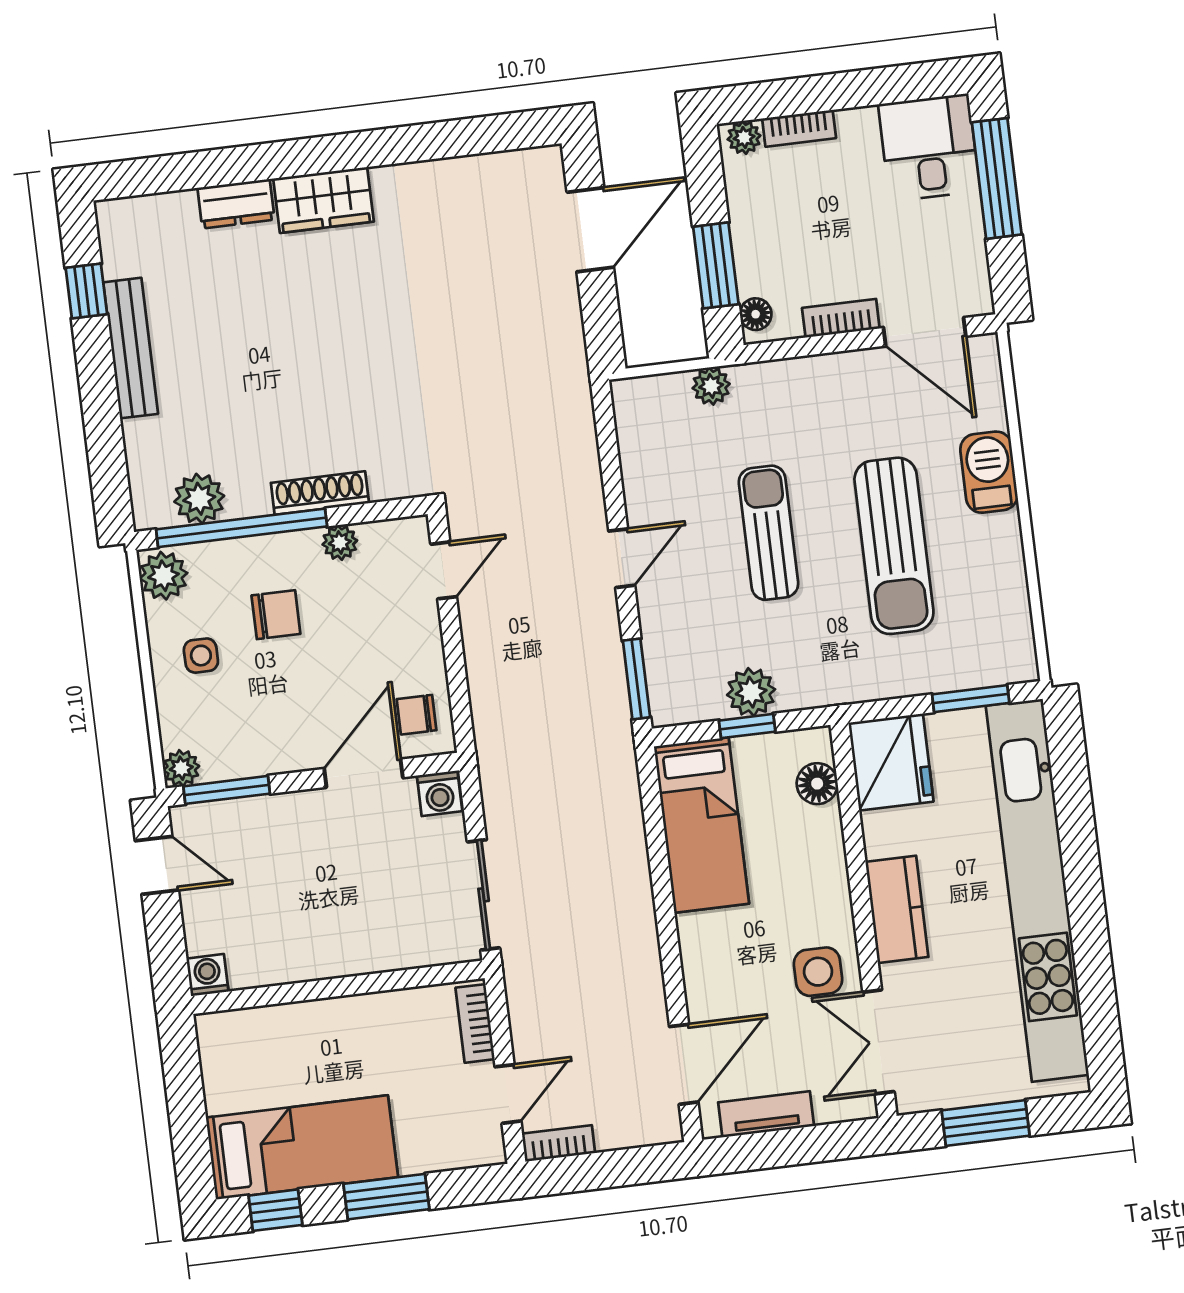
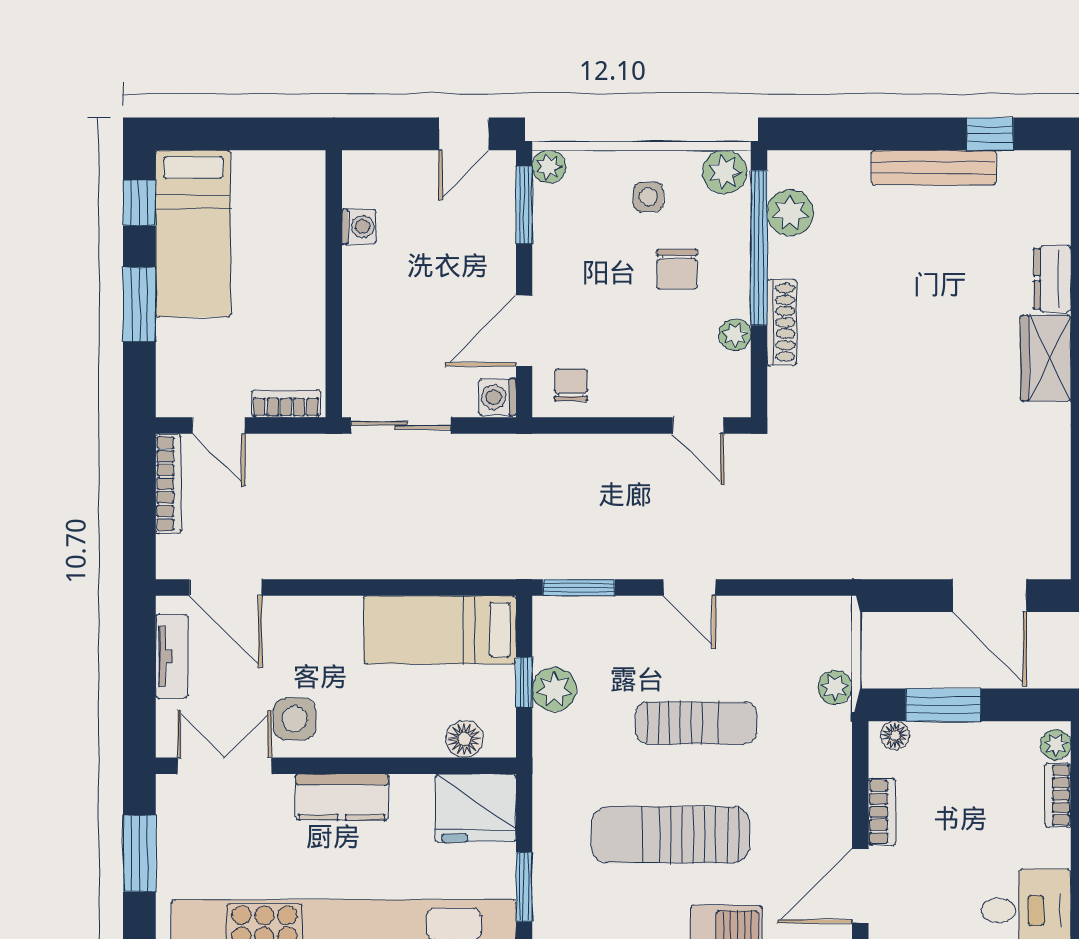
door: (364, 773) -> (524, 331), swing flipped
washing machine: (207, 975) -> (359, 226), moved
bookcase: (559, 1143) -> (168, 484), width x1.56

